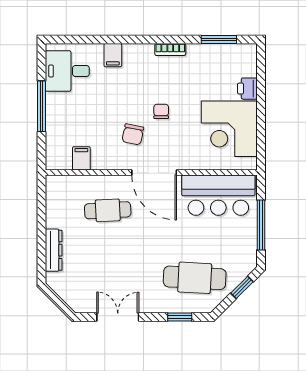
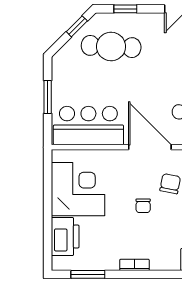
printer: (247, 89) -> (65, 237), width x1.87, depth x1.48
window: (261, 225) -> (48, 97), width x0.69
window: (242, 287) -> (77, 26), moved

